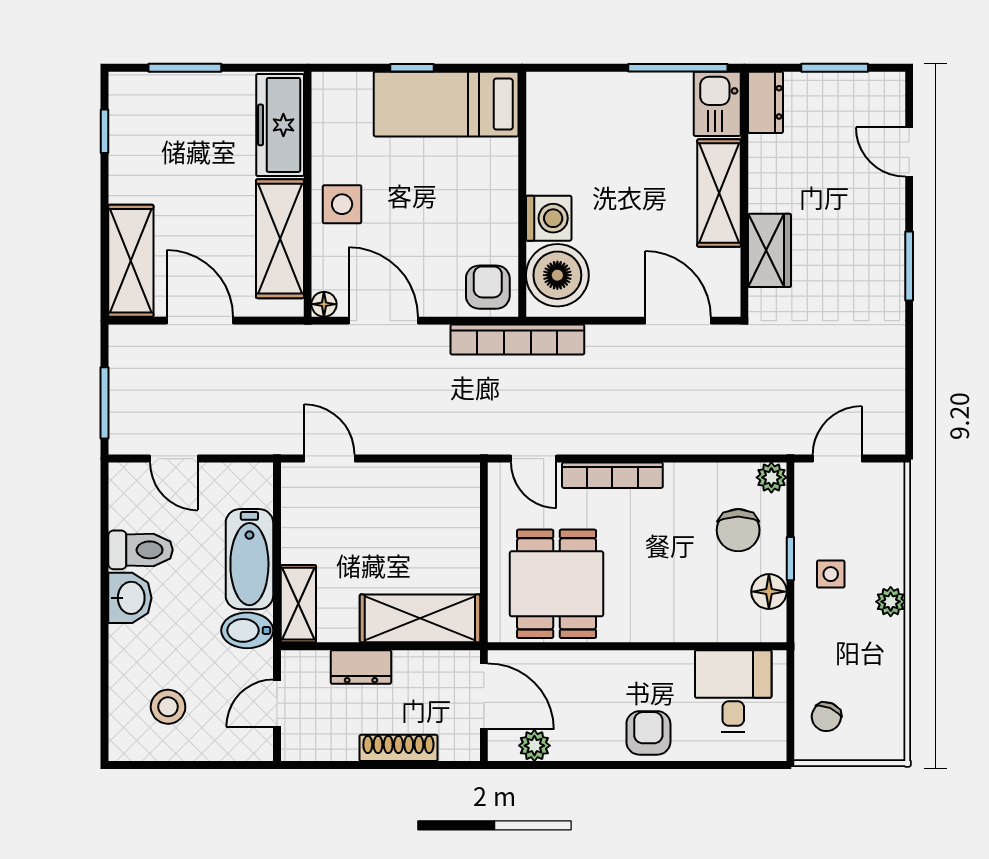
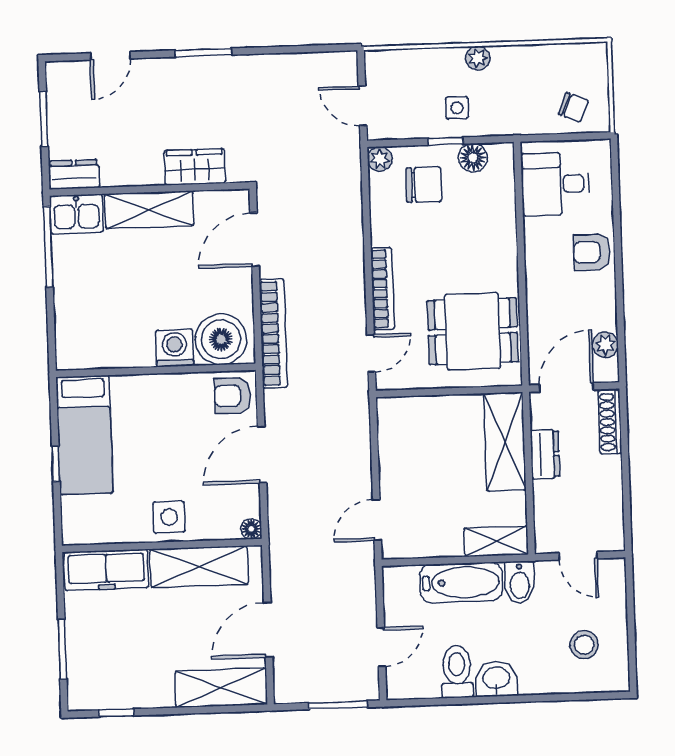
door: (383, 321) -> (262, 455), moved
bookcase: (517, 340) -> (273, 333), moved
dresser: (361, 667) -> (545, 454), moved
shoe rack: (398, 748) -> (610, 422), moved

